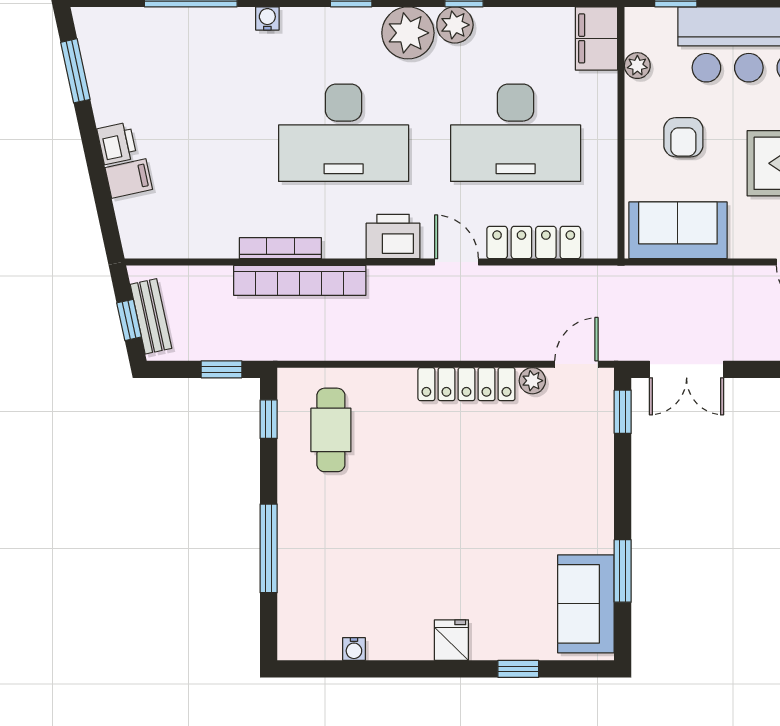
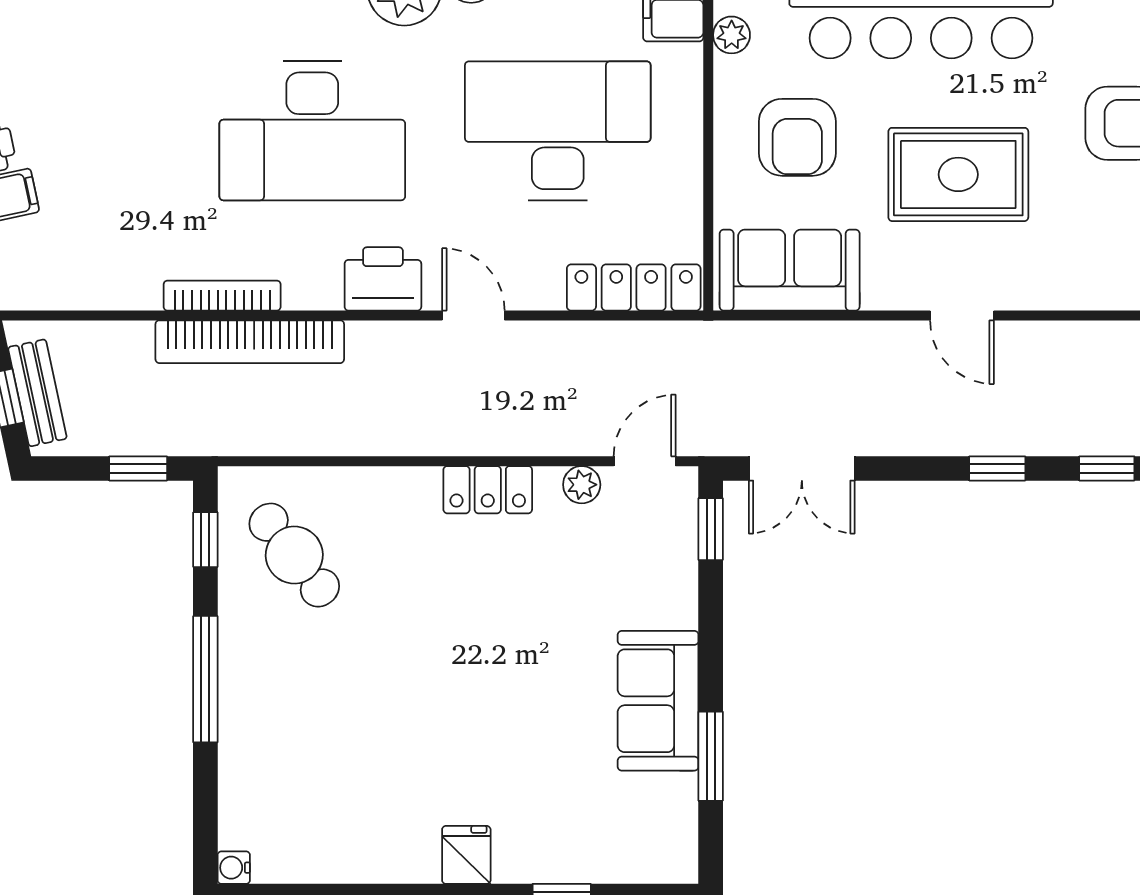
desk: (516, 133) -> (558, 131), turned 180
armchair: (683, 137) -> (797, 137), width x1.38, depth x1.38
locker: (534, 243) -> (634, 288), moved
locker: (466, 384) -> (488, 490), width x0.66
cafe table: (331, 430) -> (294, 555), turned -38
window: (269, 548) -> (205, 679), moved
sofa: (586, 604) -> (658, 701), moved
water cooler: (354, 649) -> (234, 868), moved, turned 90

